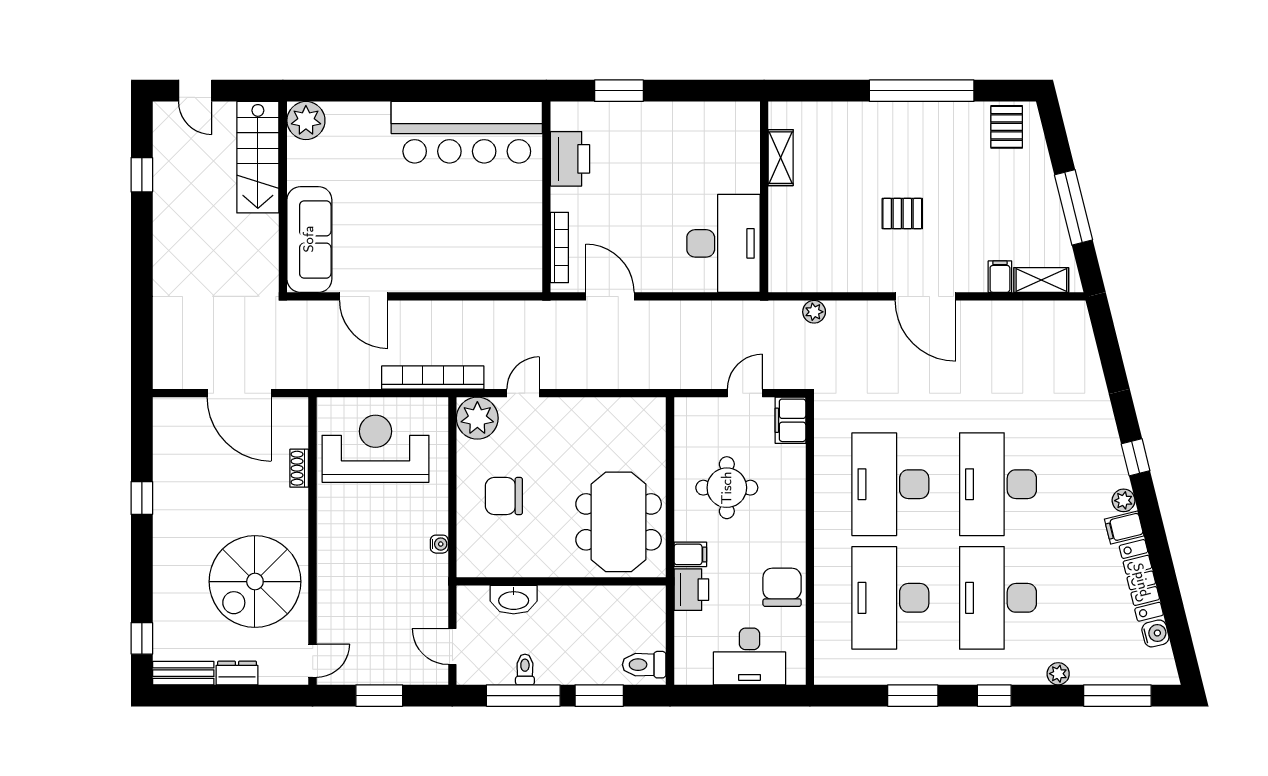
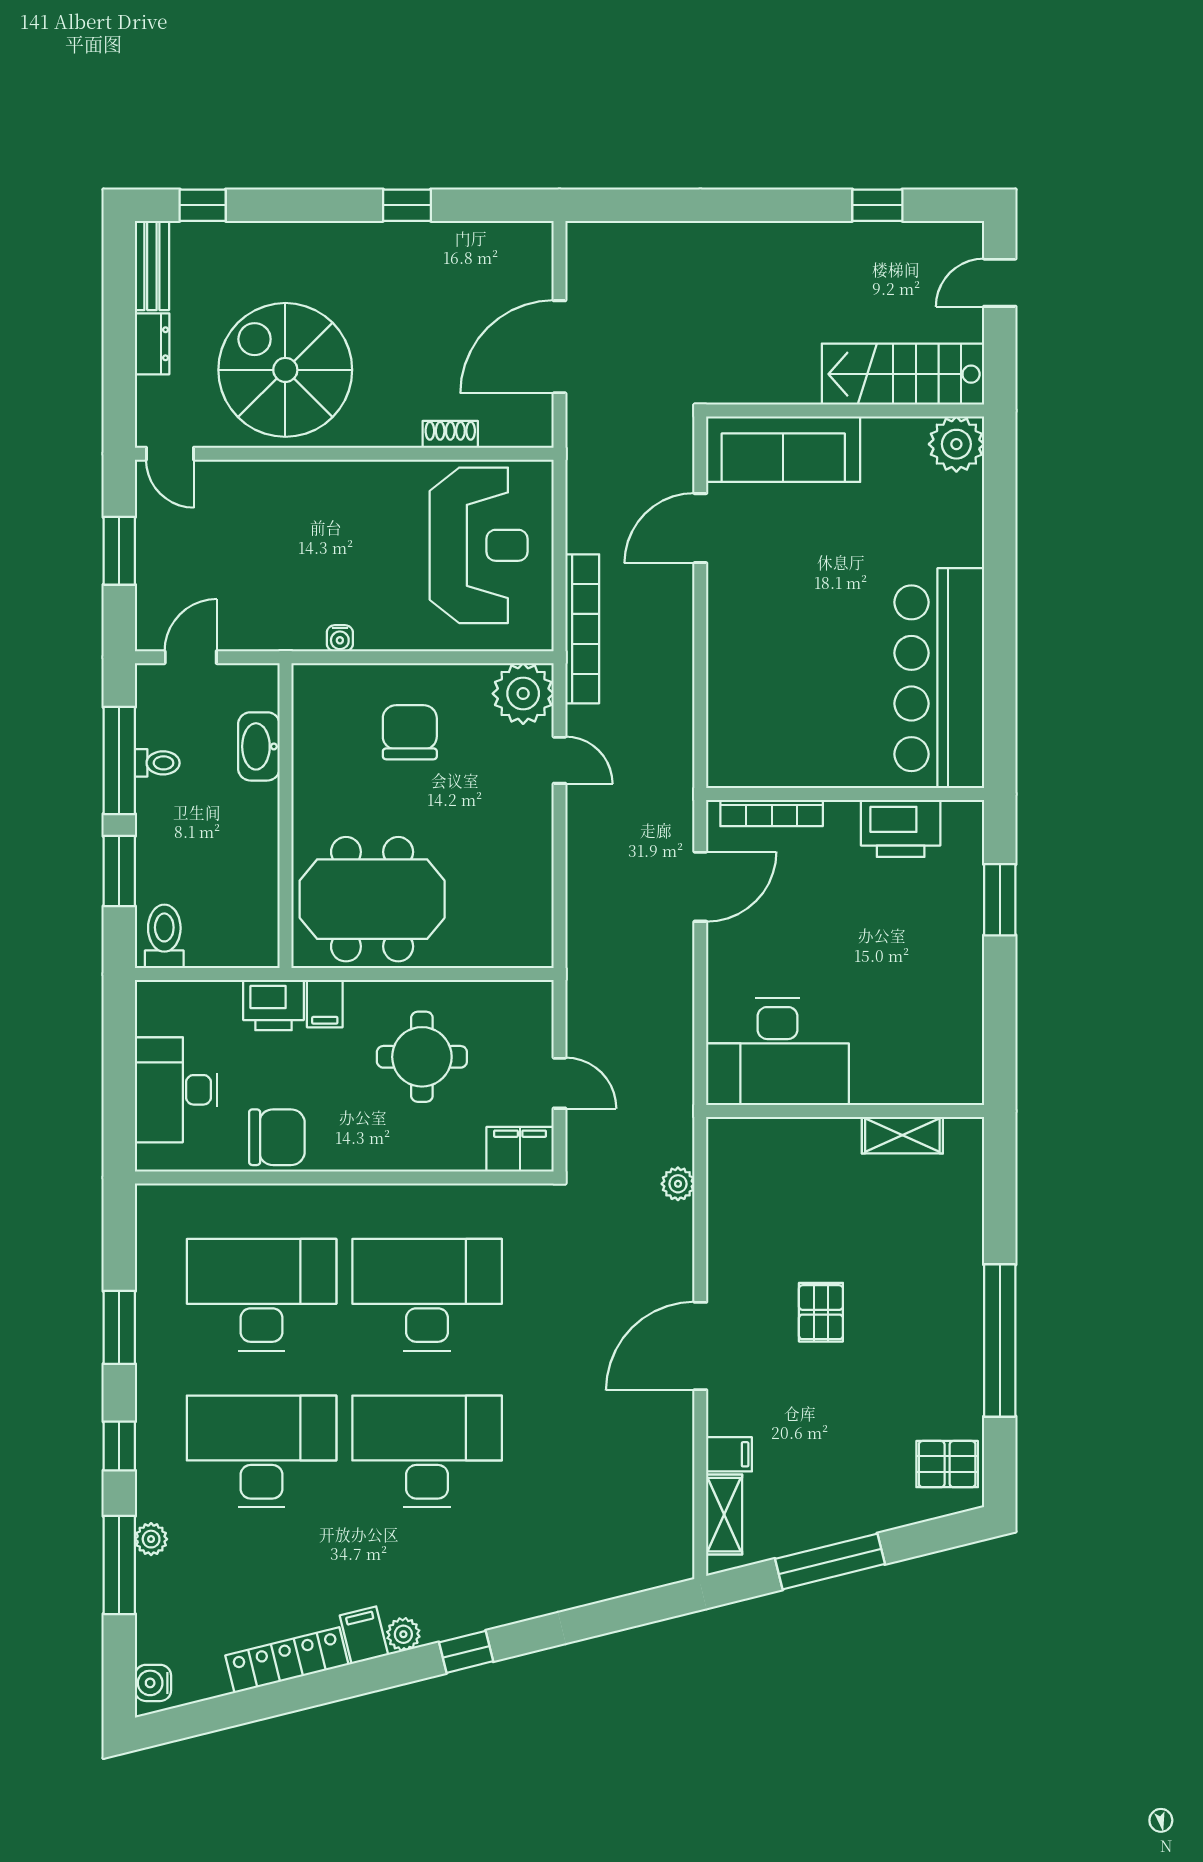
water cooler: (1155, 633) -> (153, 1683), moved, turned 104
window: (1117, 696) -> (119, 1565), moved

